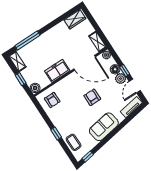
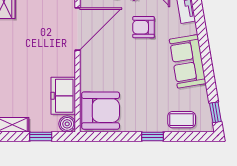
freezer: (57, 71) -> (63, 96), moved
armchair: (92, 97) -> (144, 27), moved
armchair: (52, 100) -> (101, 111), width x1.88, depth x1.88

